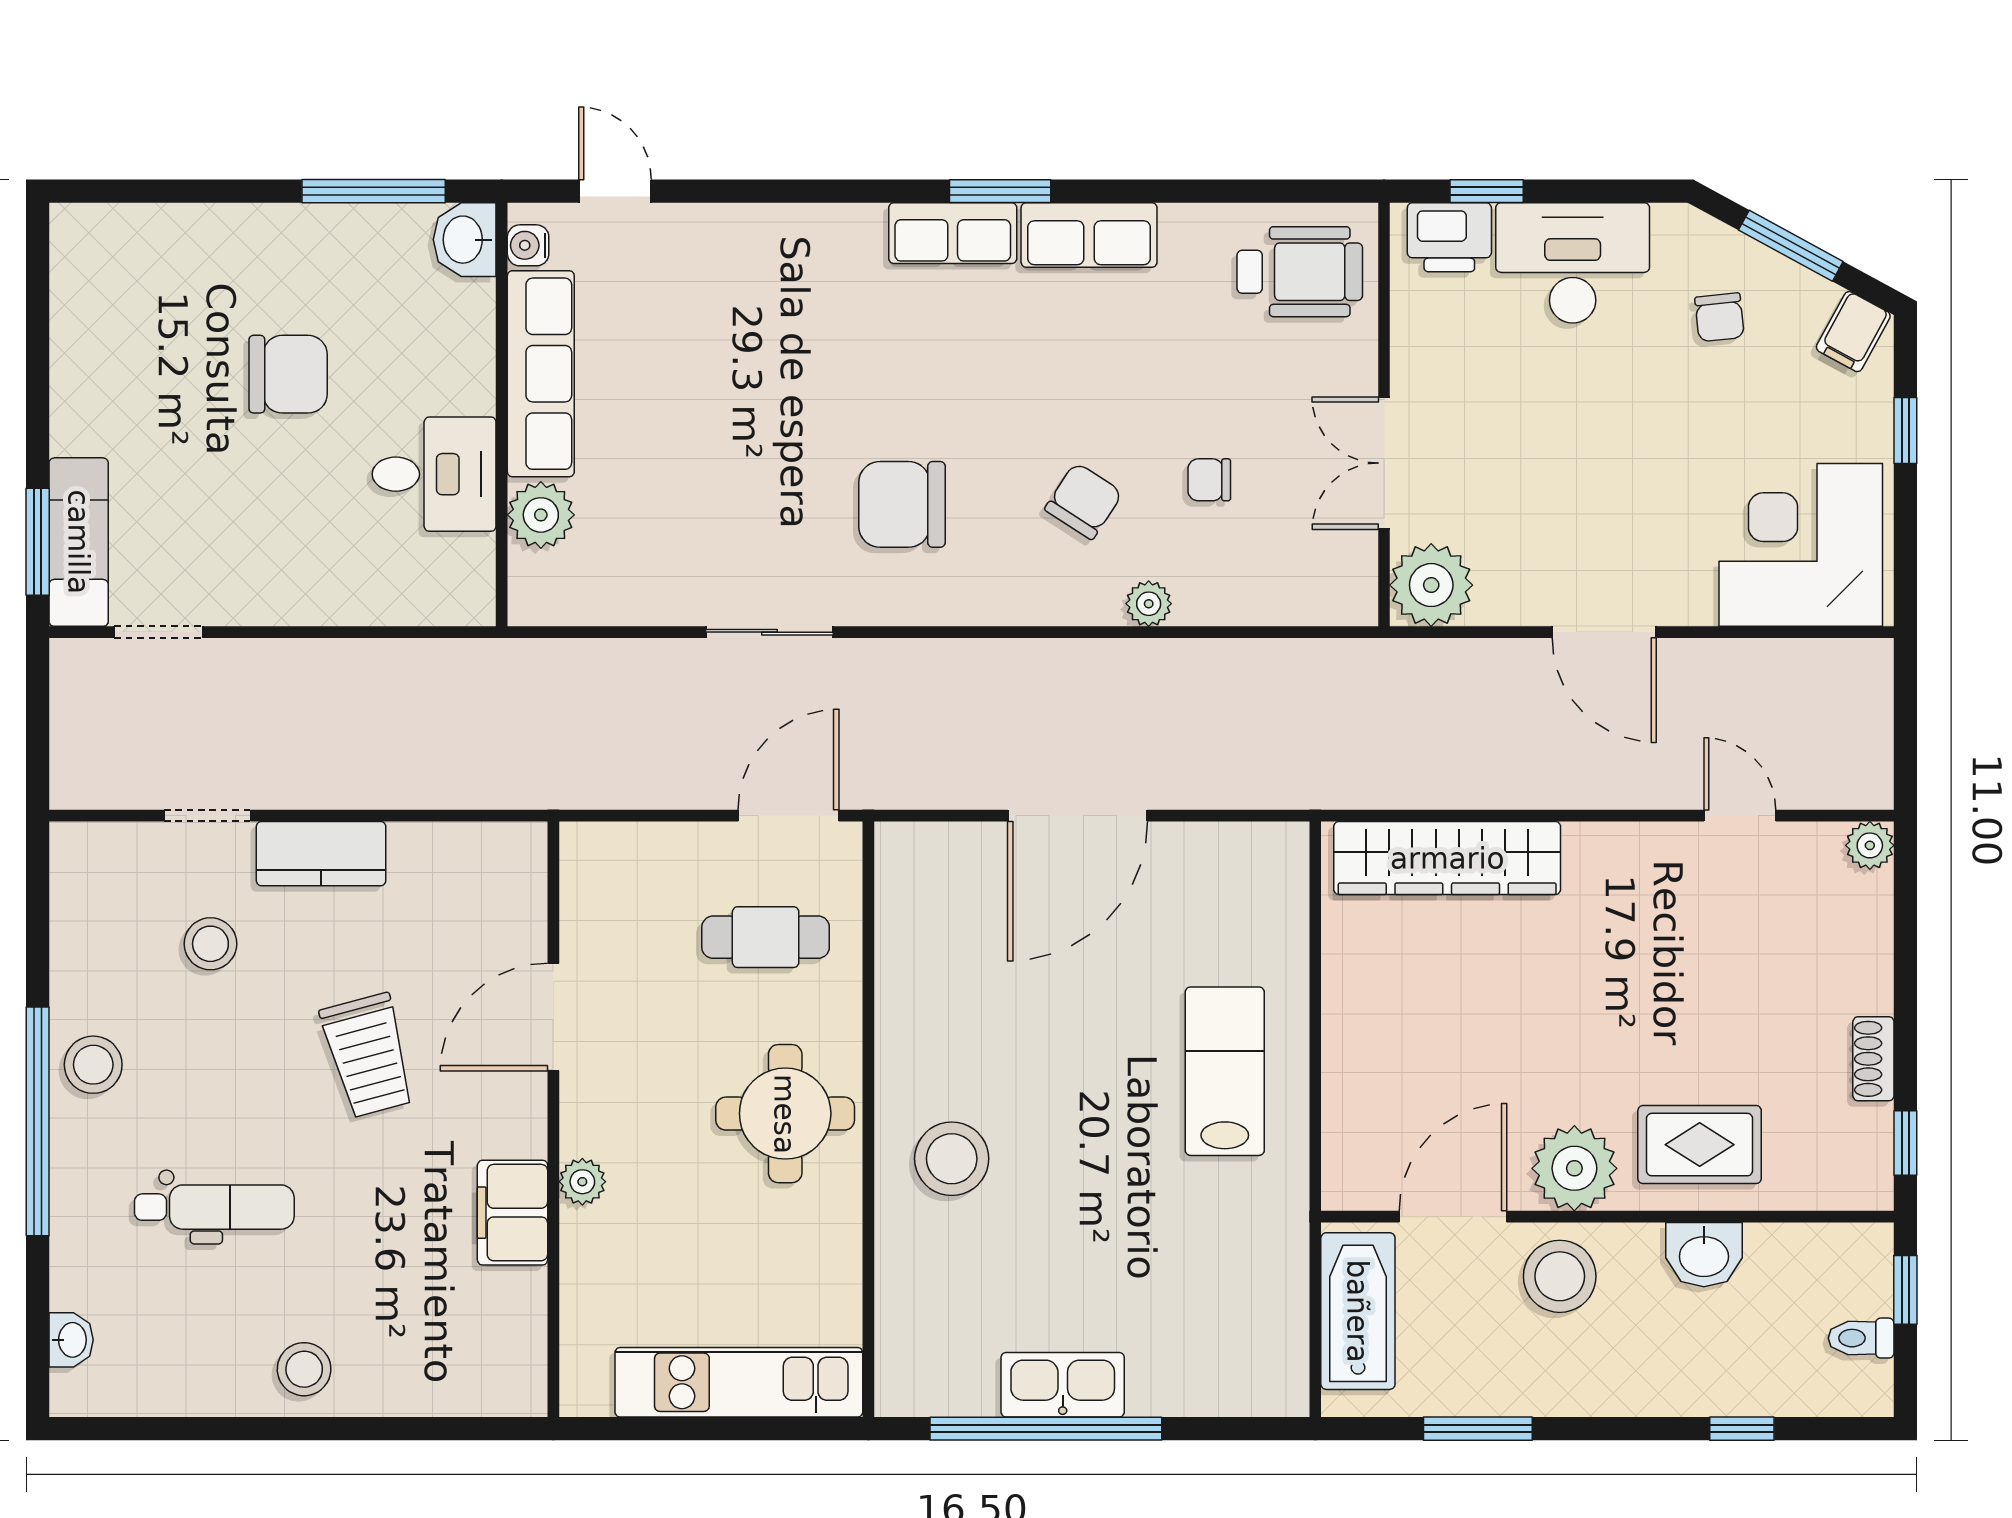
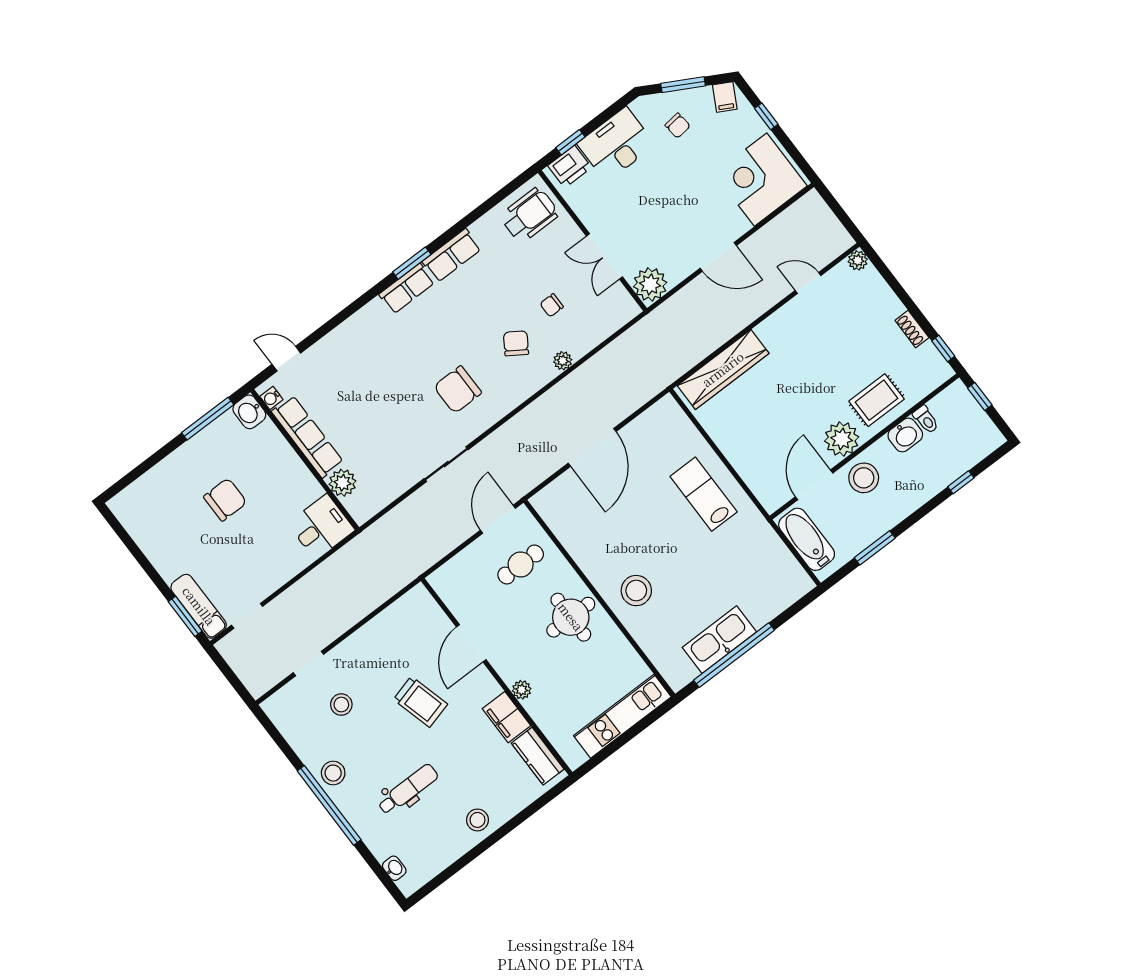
desk: (434, 474) -> (321, 527), moved
kitchen counter: (321, 854) -> (538, 756), moved, turned 90
toilet: (1861, 1338) -> (926, 420), moved, turned -90
kitchen sink: (1063, 1385) -> (719, 640), width x1.36, depth x1.24

